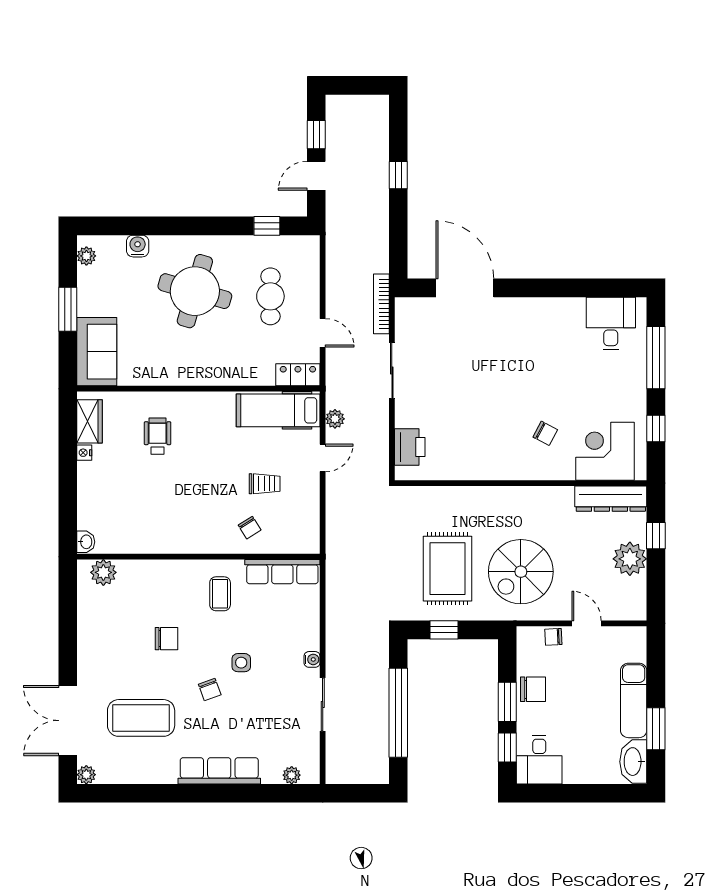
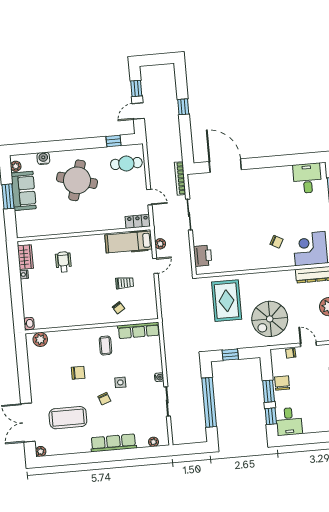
cafe table: (270, 296) -> (126, 163), moved, turned 90
sofa: (97, 352) -> (24, 191), moved
rug: (448, 569) -> (227, 301), moved
chair: (533, 689) -> (282, 383), turned -90

